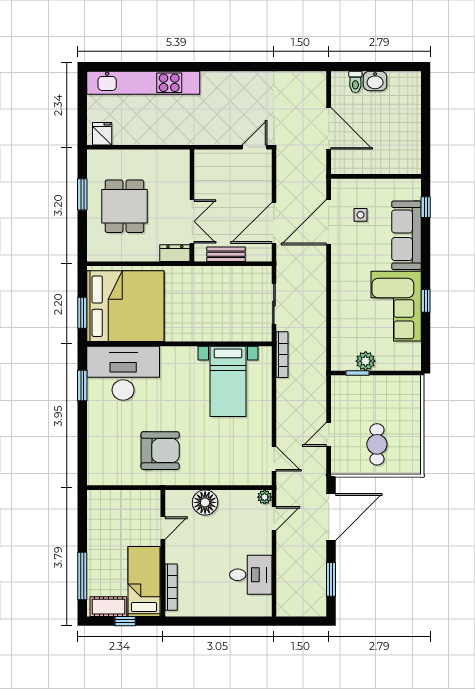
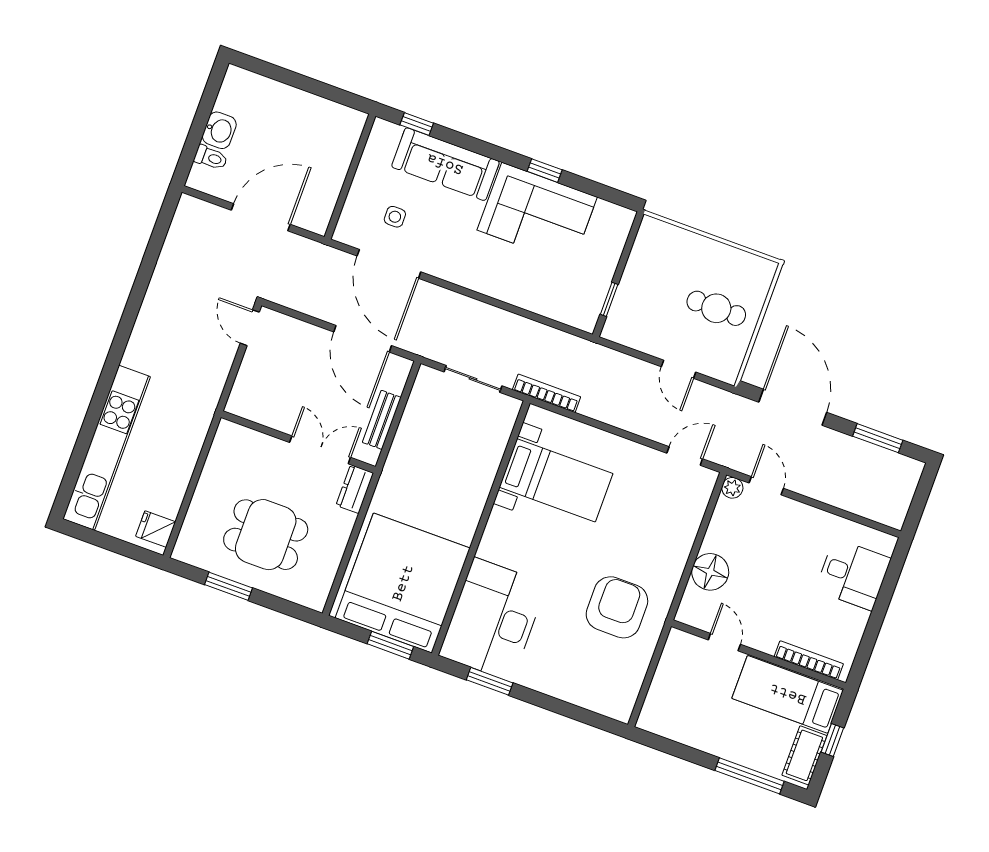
plant: (366, 361) -> (597, 282), removed
desk: (251, 575) -> (853, 574), moved, turned 90

